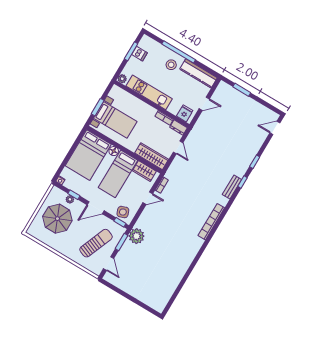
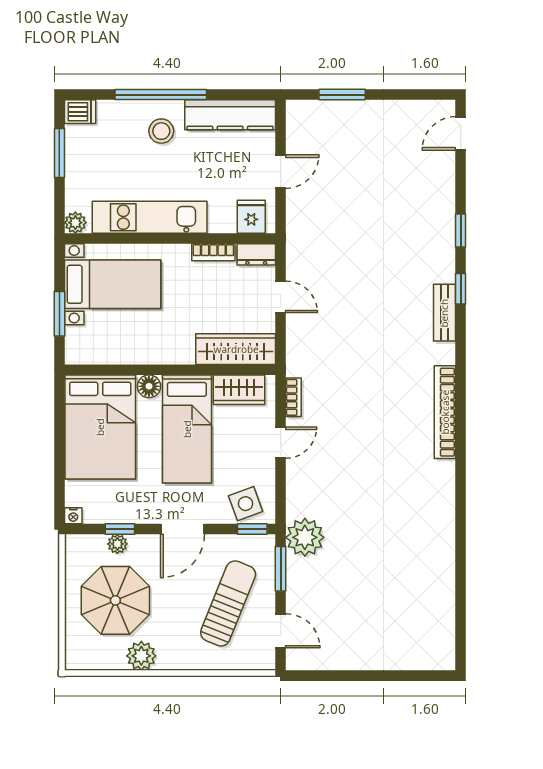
dishwasher: (139, 54) -> (80, 112), moved
bed with nightstands: (115, 120) -> (113, 284), moved
plant: (55, 243) -> (141, 656), added

